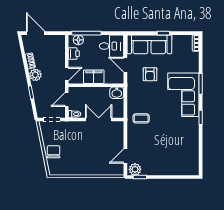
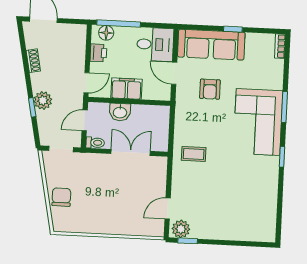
plant: (35, 75) -> (43, 100), moved
washbasin: (117, 93) -> (120, 112), moved

